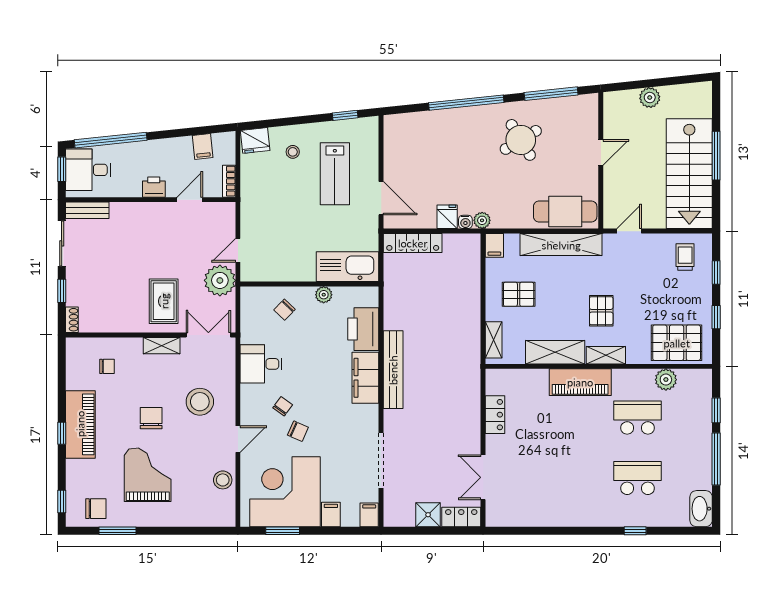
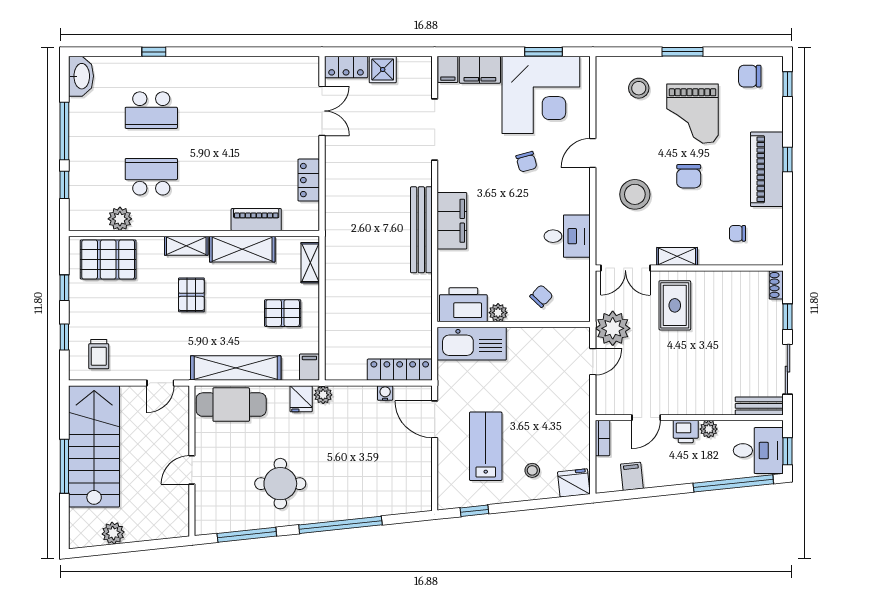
plant: (650, 98) -> (113, 533), moved
round table: (521, 140) -> (280, 484), turned 31
plant: (133, 189) -> (709, 429), added
fridge: (447, 217) -> (301, 399), moved
water cooler: (465, 222) -> (385, 393), moved
printer: (363, 329) -> (463, 305), moved, turned -90
piano: (580, 382) -> (256, 220), moved, width x0.73, depth x0.75
chair: (283, 406) -> (543, 189), removed
school desk: (637, 418) -> (151, 177), turned 180
chair: (298, 431) -> (526, 162), turned -129
stool: (223, 480) -> (639, 88), moved
filing cabinet: (331, 515) -> (480, 70), width x2.00
window: (118, 531) -> (683, 52), moved

